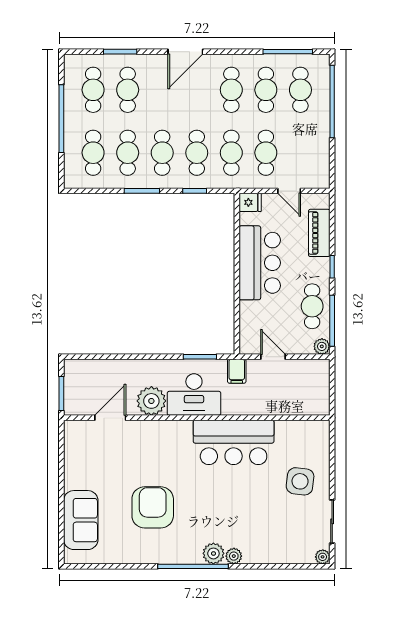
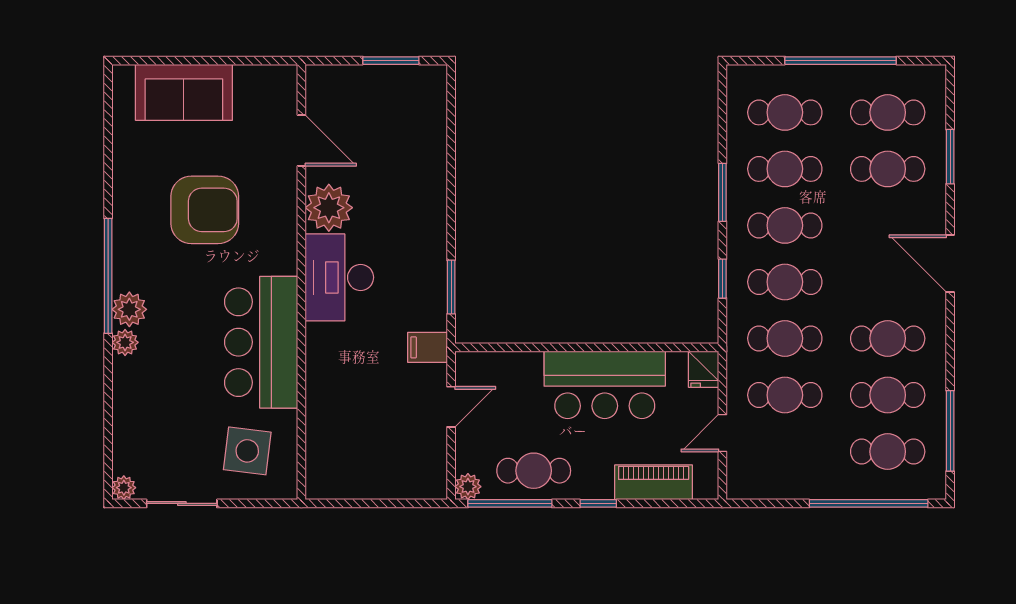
desk: (194, 395) -> (339, 277), moved
plant: (151, 401) -> (329, 208), moved
door: (110, 418) -> (301, 140), moved
wall: (197, 418) -> (301, 282), moved
bar counter: (234, 442) -> (261, 342), moved

